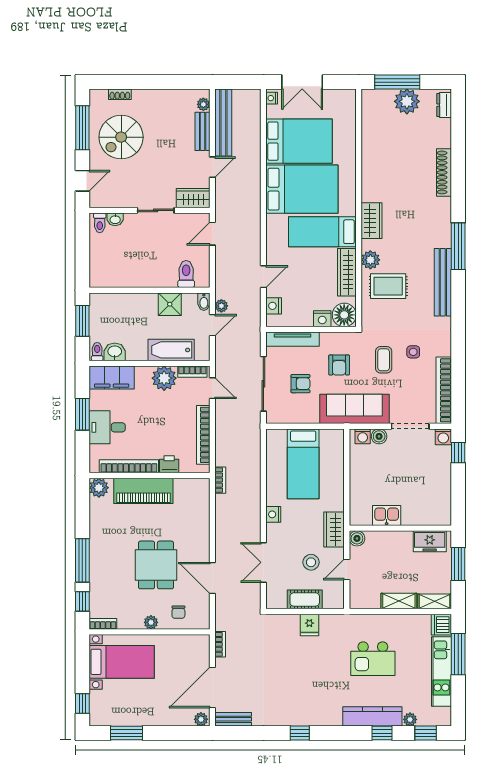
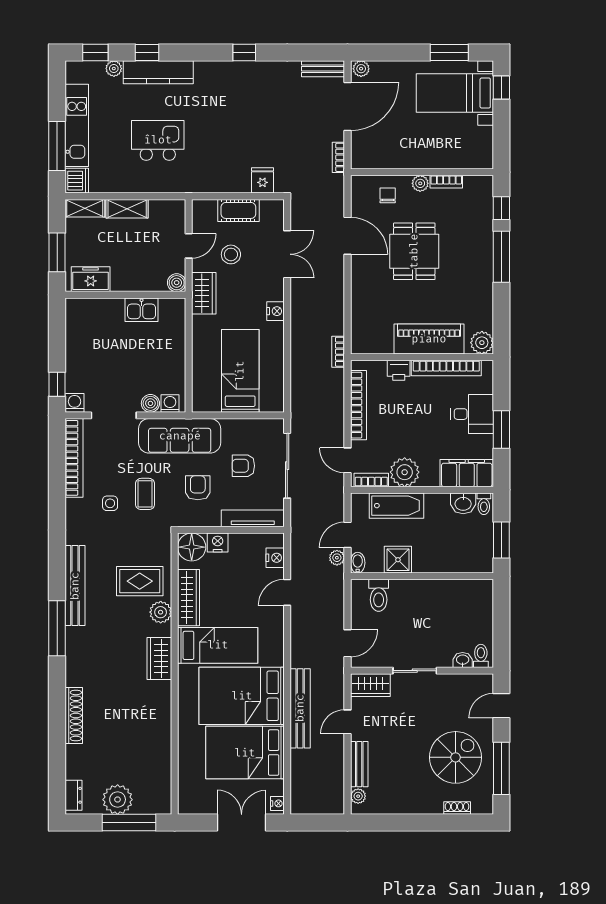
bench: (223, 122) -> (300, 708), moved
bookcase: (103, 624) -> (446, 182), moved
fridge: (309, 625) -> (262, 180), moved
bed with nightstands: (122, 662) -> (455, 93), moved

